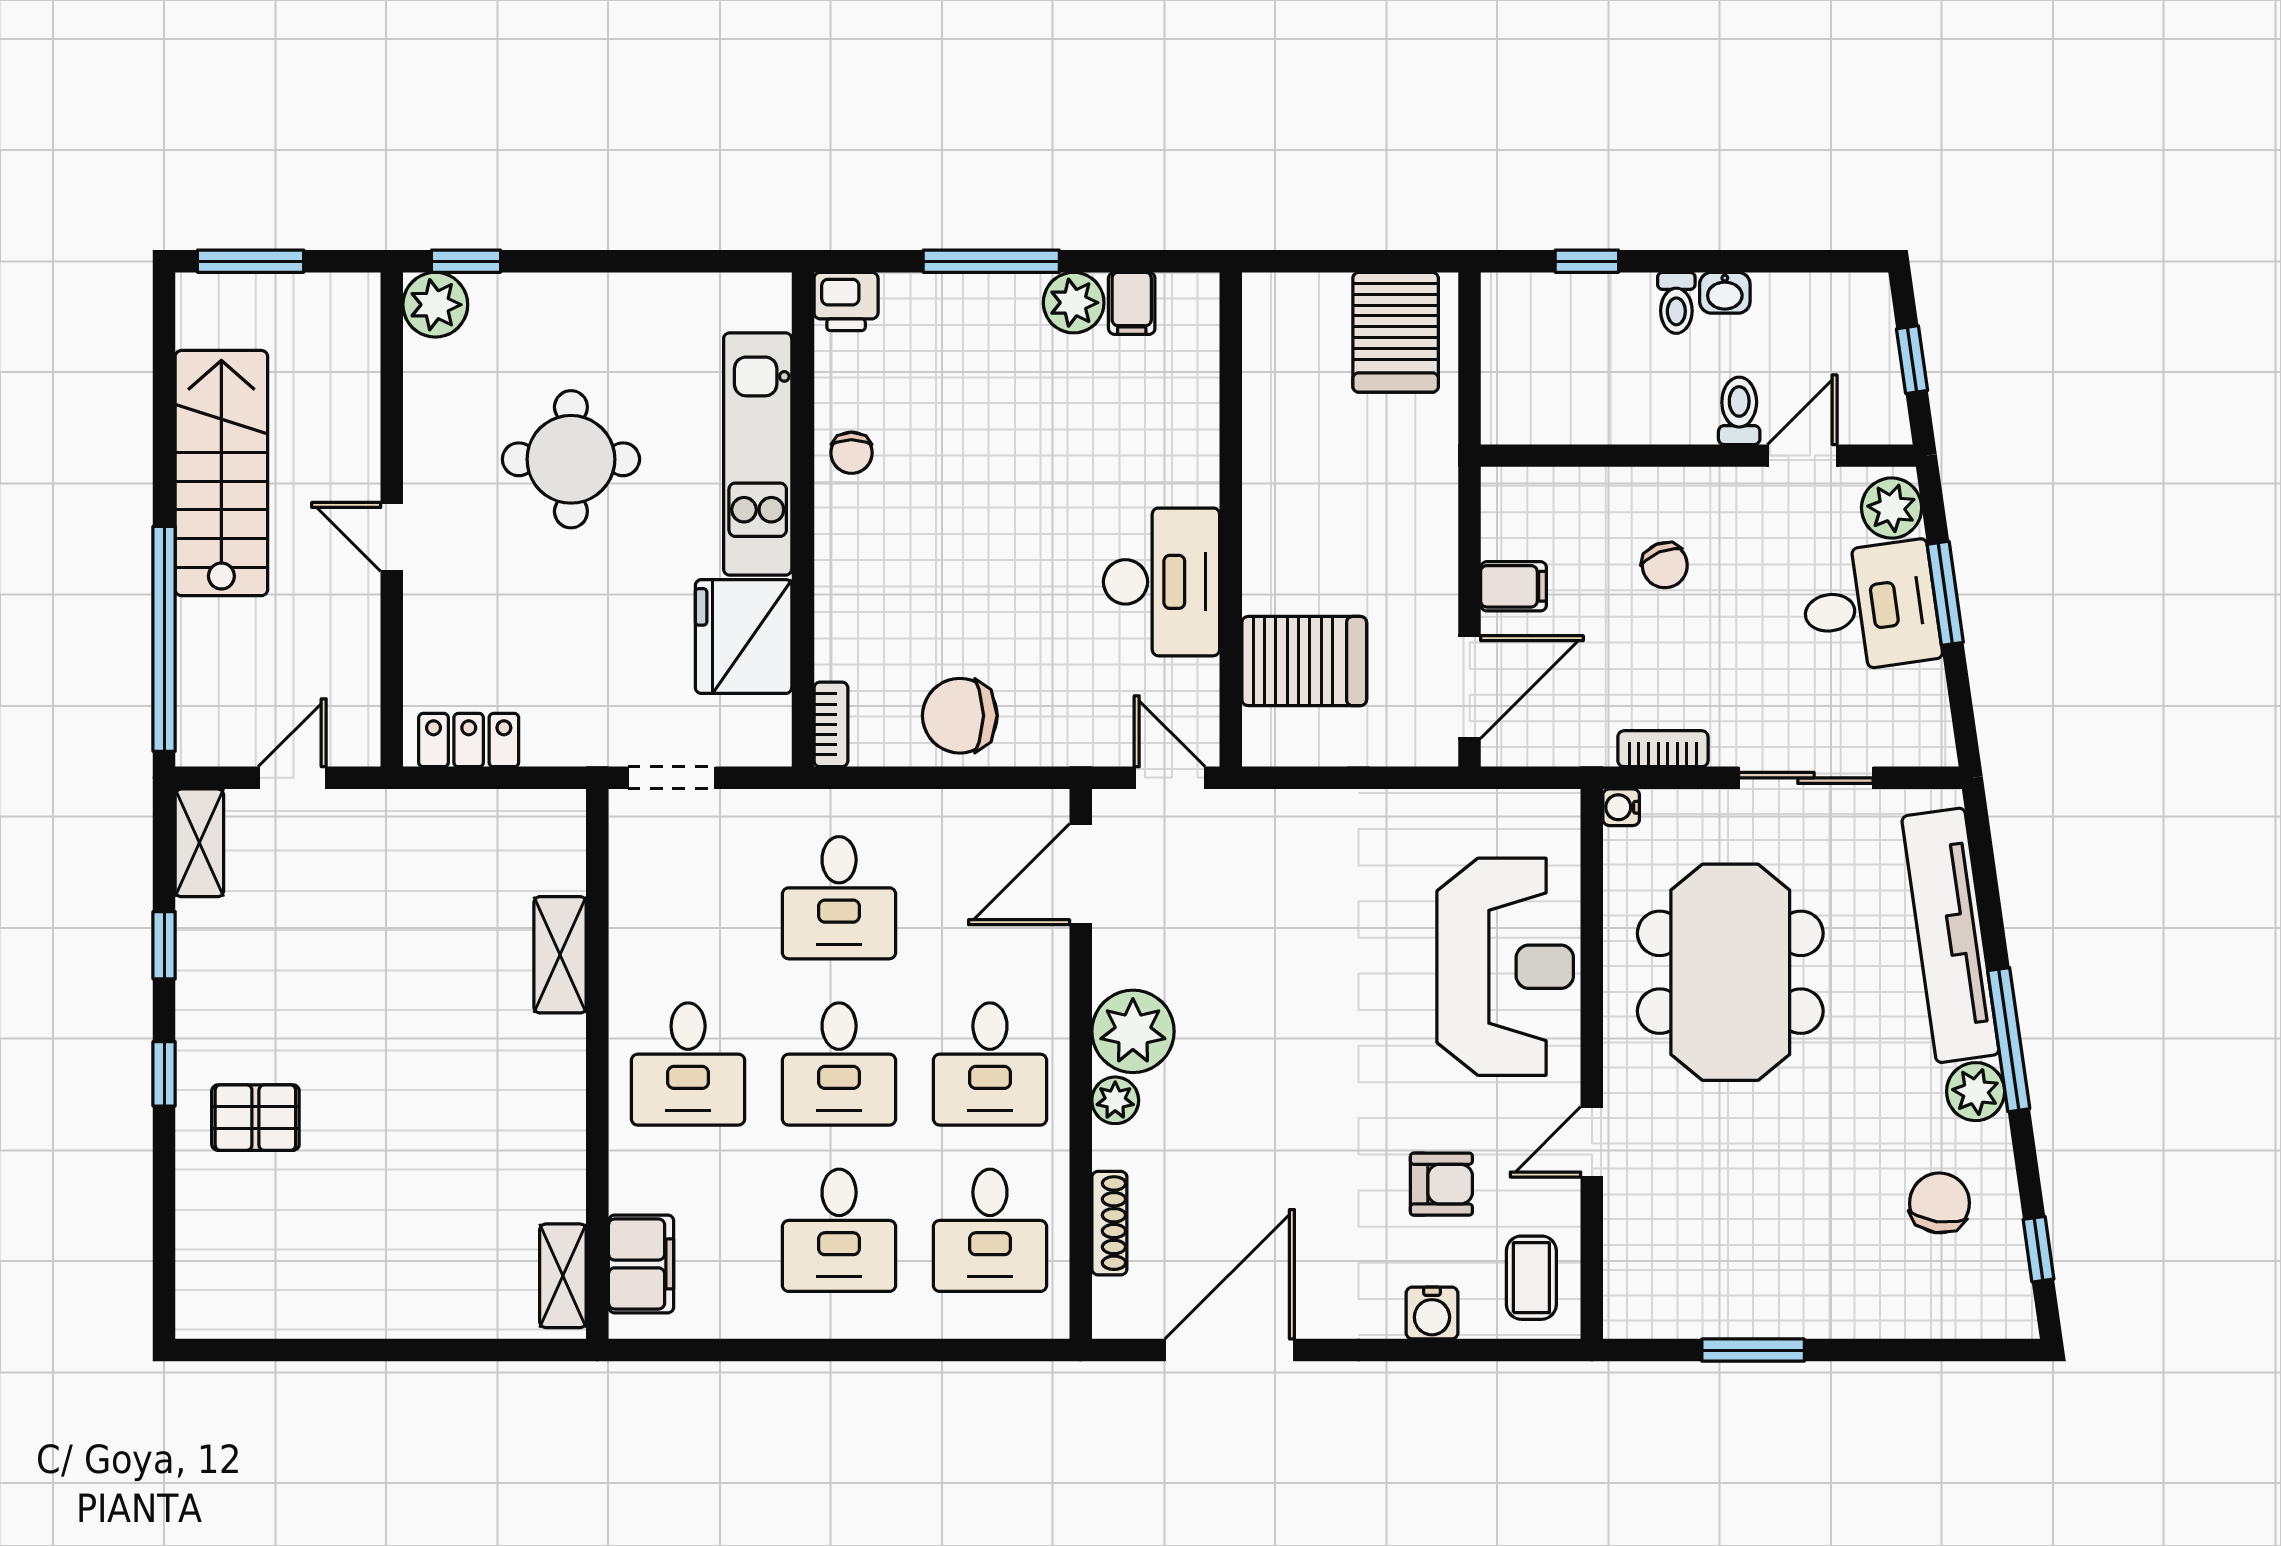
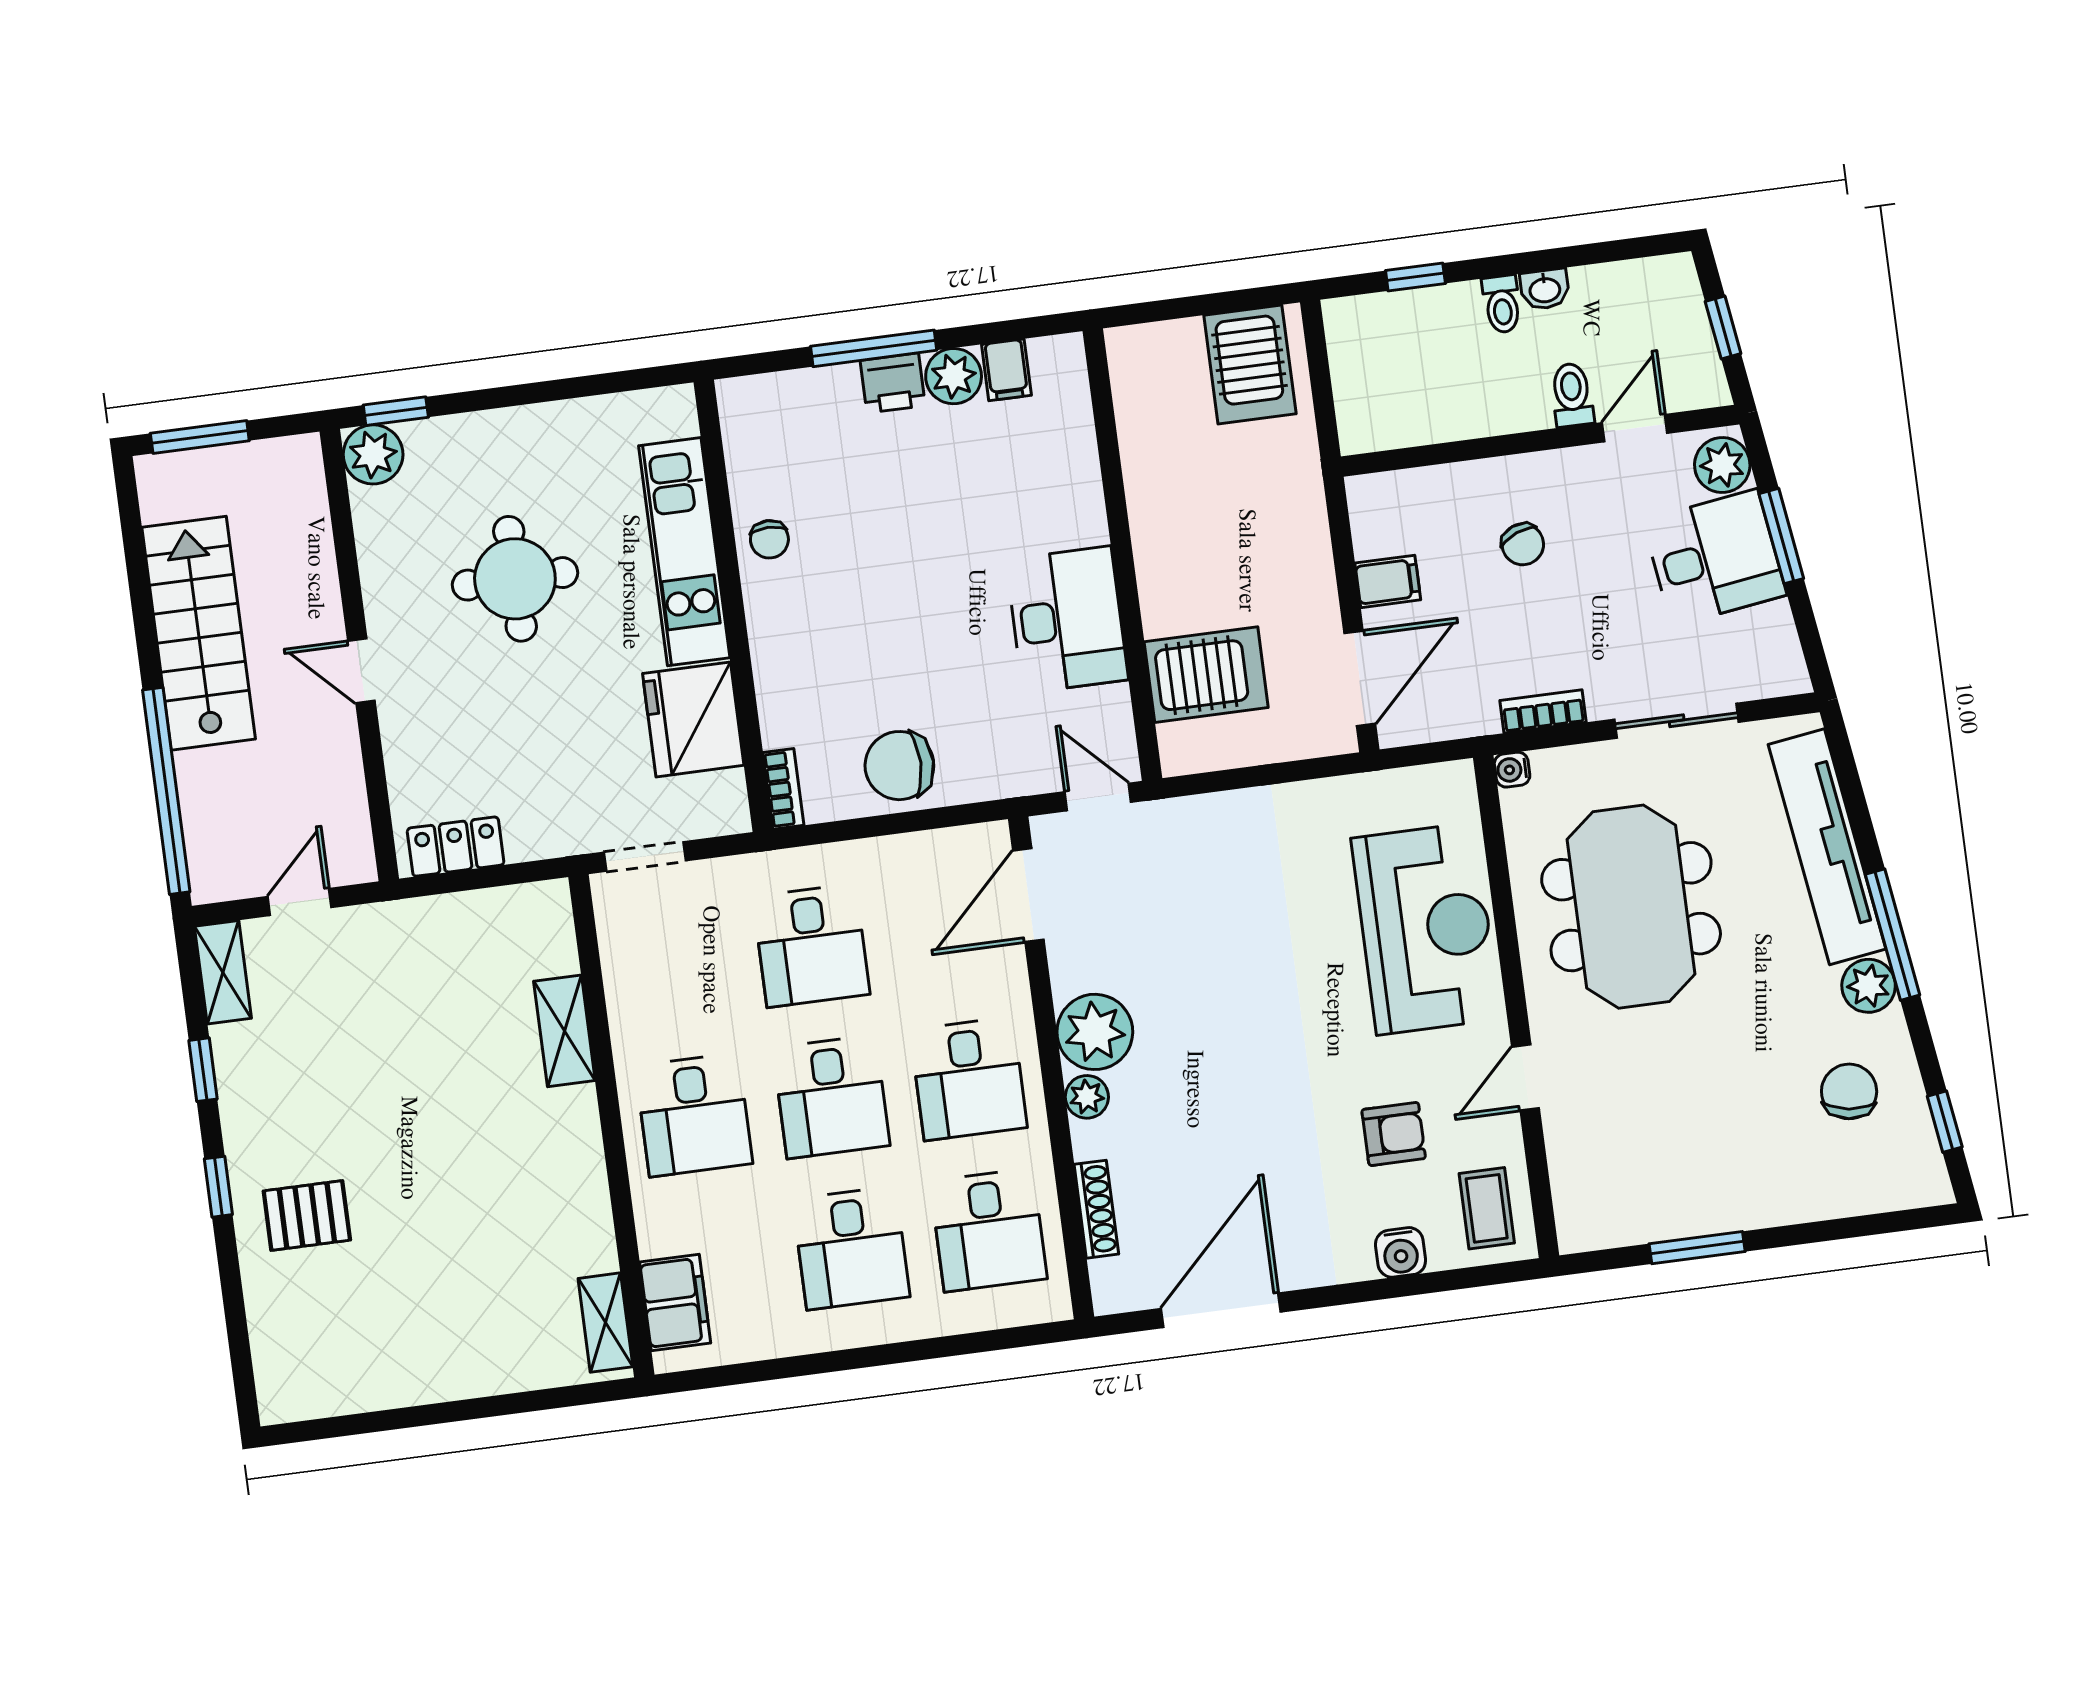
printer: (846, 301) -> (893, 383), moved

